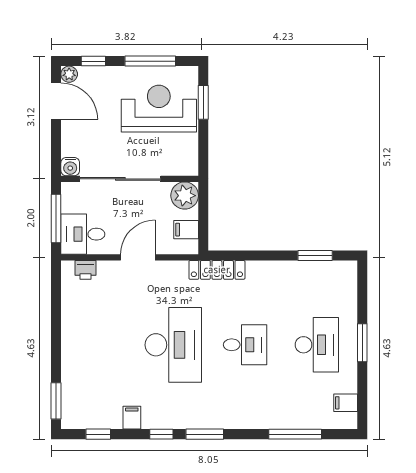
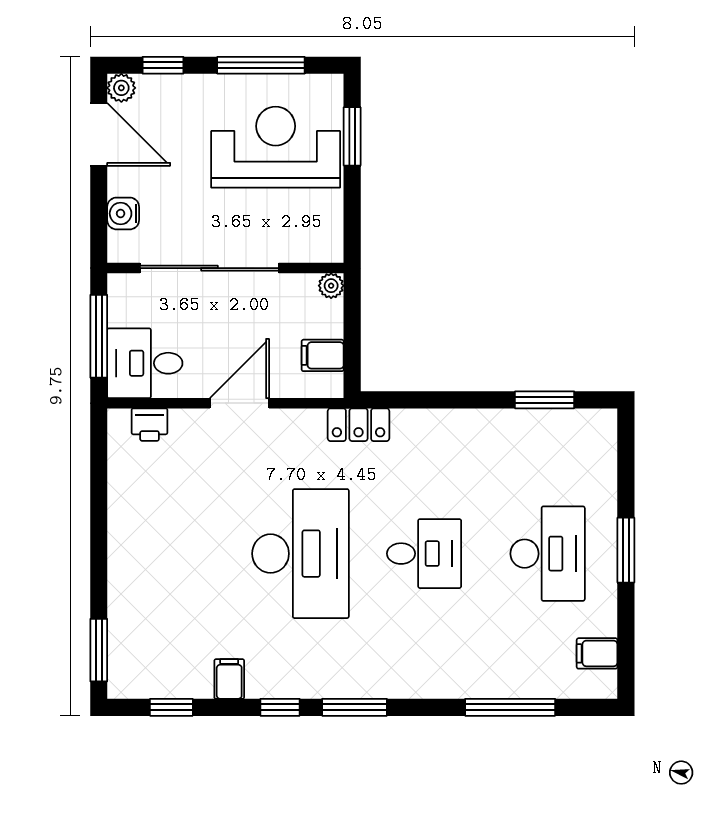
water cooler: (70, 167) -> (123, 213), moved, turned 90
plant: (185, 196) -> (331, 286), width x0.53, depth x0.53
locker: (217, 270) -> (359, 425), width x0.66

